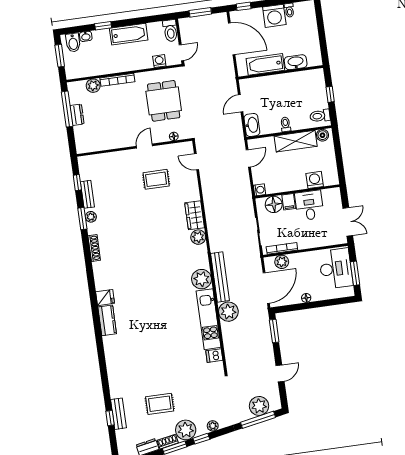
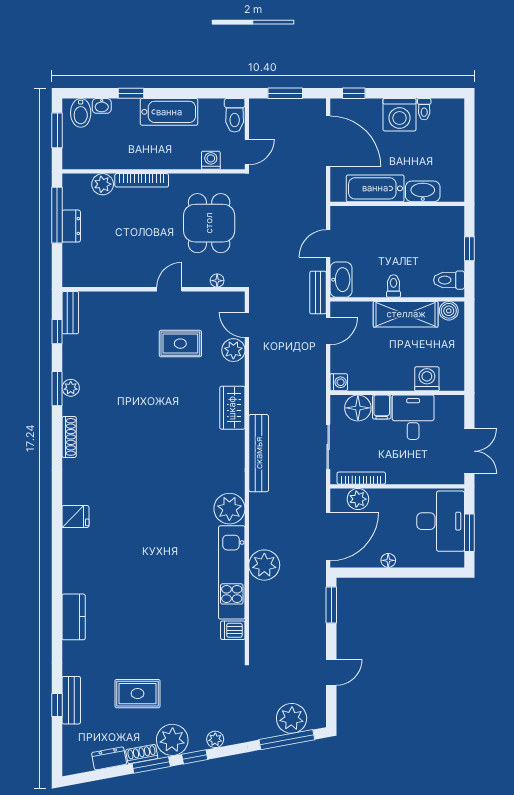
bench: (238, 135) -> (318, 293), added
bench: (87, 194) -> (70, 313), moved
plant: (198, 237) -> (233, 350), moved
bench: (220, 277) -> (259, 453), moved
kitchen counter: (107, 320) -> (74, 617), moved

